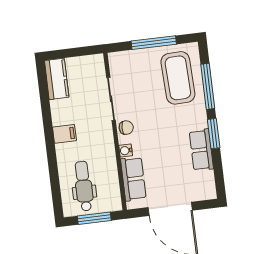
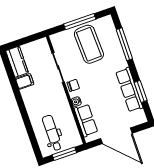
coffee table: (178, 78) -> (89, 44), moved
filing cabinet: (64, 134) -> (25, 81), moved
window: (214, 134) -> (141, 91), moved
row of seats: (201, 150) -> (129, 90), width x1.48

